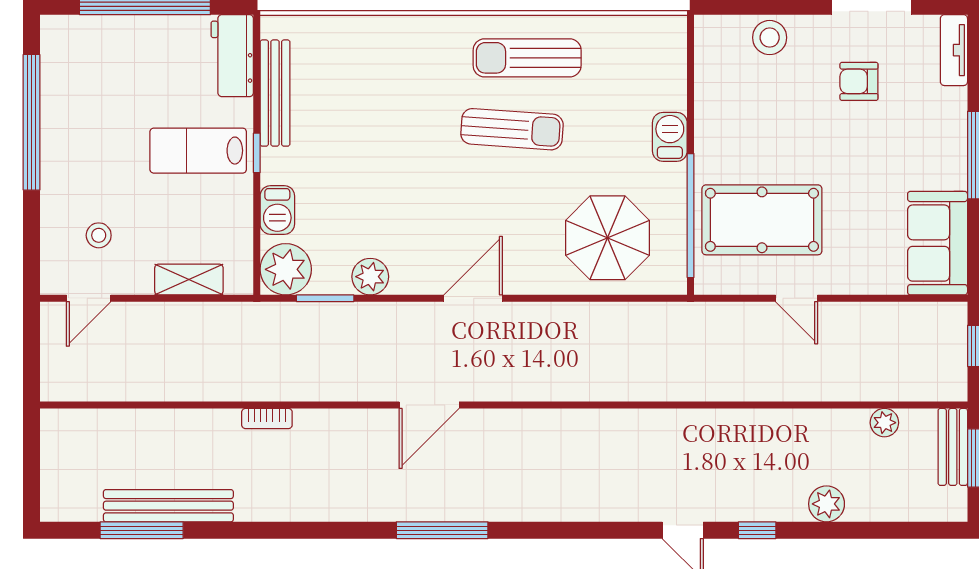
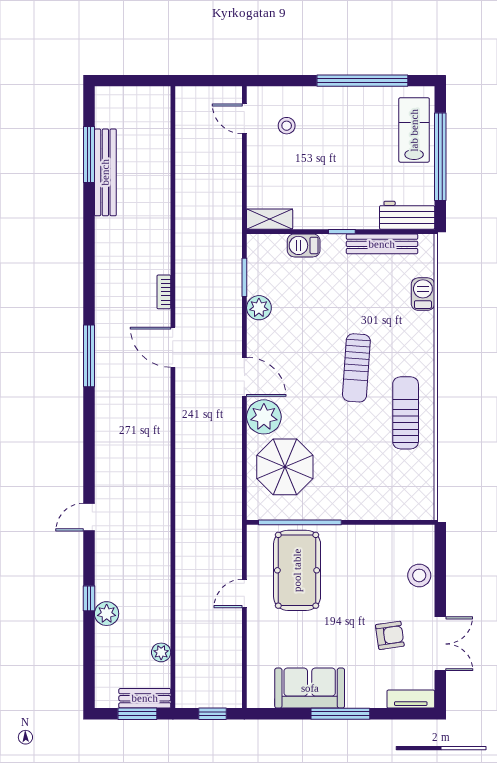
armchair: (859, 81) -> (390, 635), turned 82
sun lounger: (512, 129) -> (356, 368), moved
barbecue: (670, 137) -> (423, 294), moved, turned -90
lab bench: (198, 151) -> (414, 130), moved
sofa: (938, 243) -> (310, 688), moved
plant: (286, 269) -> (264, 417), moved
shelving: (189, 280) -> (270, 219), moved, turned 90
bookcase: (267, 419) -> (164, 292), moved
window: (757, 530) -> (89, 598), moved

